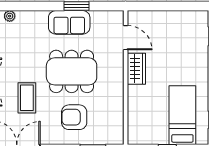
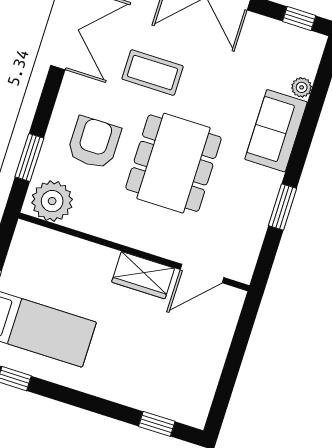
sofa: (69, 22) -> (276, 131), moved
plant: (112, 130) -> (52, 201), added

